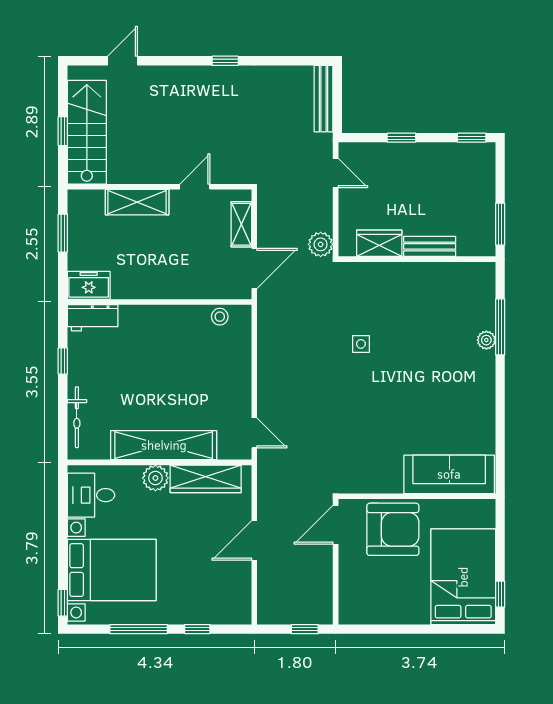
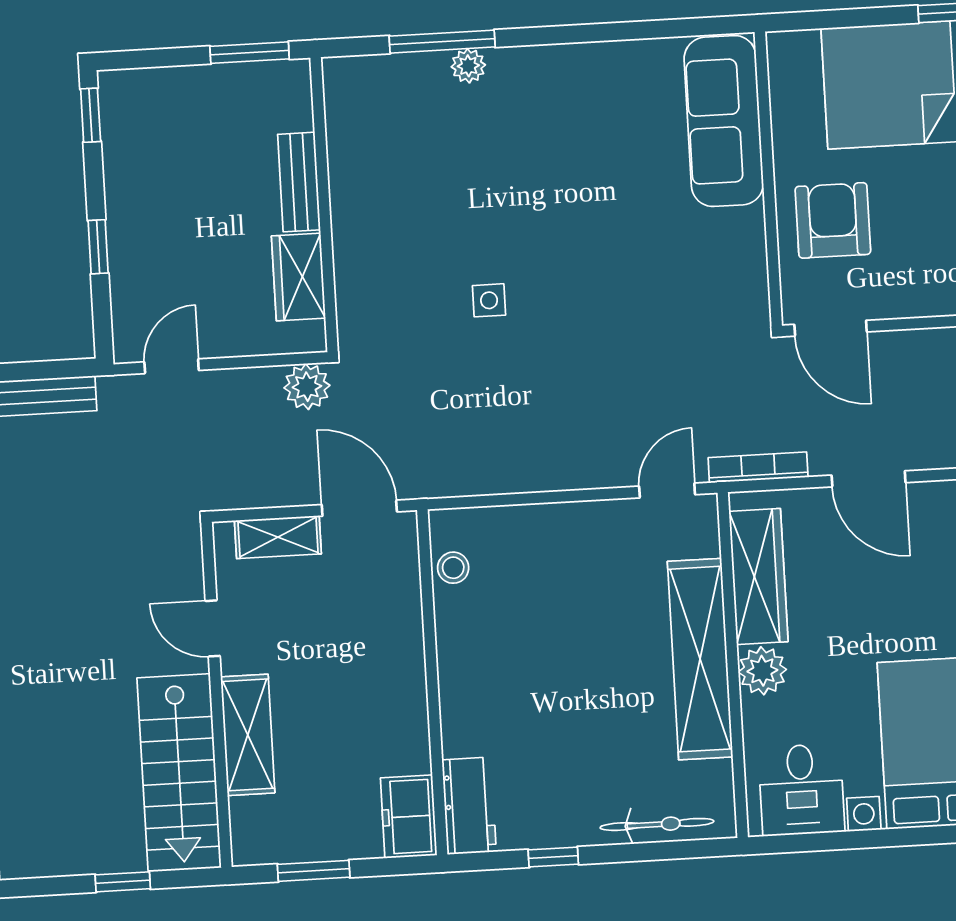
stairs: (87, 132) -> (179, 773), moved, turned -90
bookcase: (264, 482) -> (758, 467), added
armchair: (393, 529) -> (833, 220), width x0.73, depth x0.73

